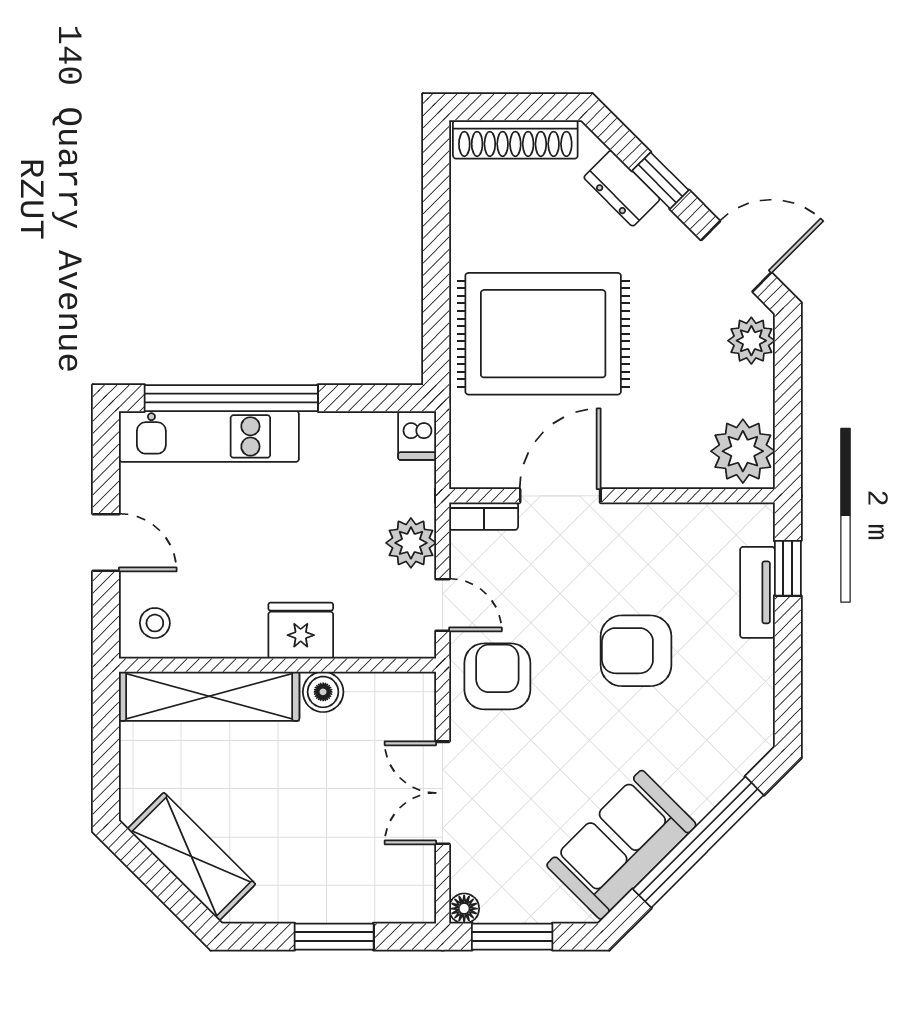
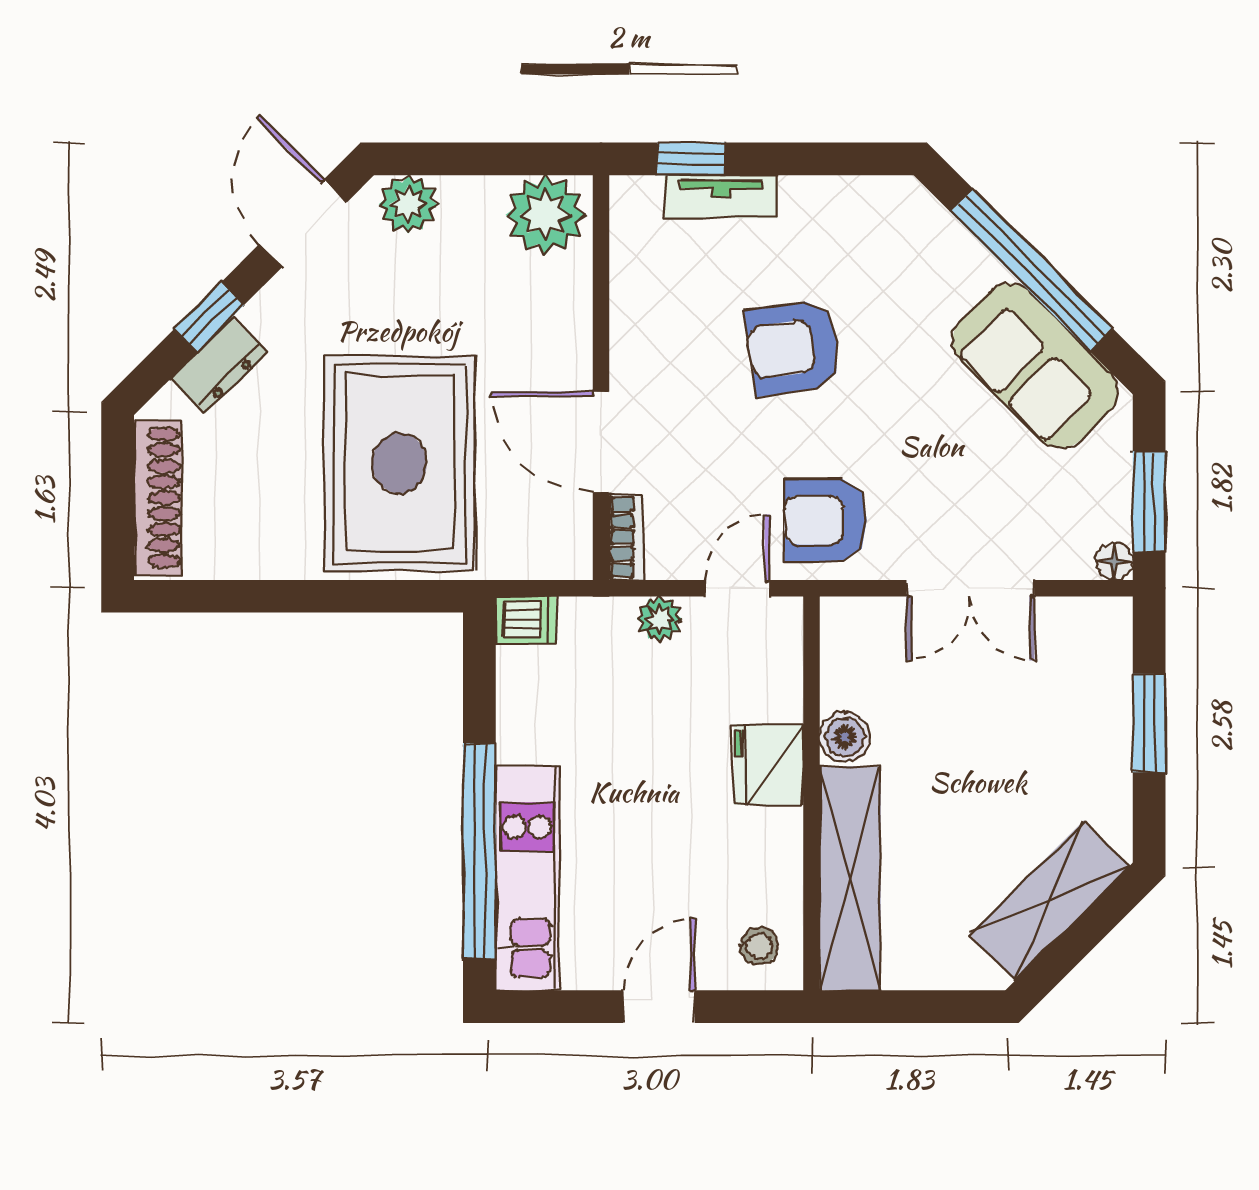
plant: (411, 543) -> (660, 619), width x0.73, depth x0.73
armchair: (636, 651) -> (794, 348), turned 82

